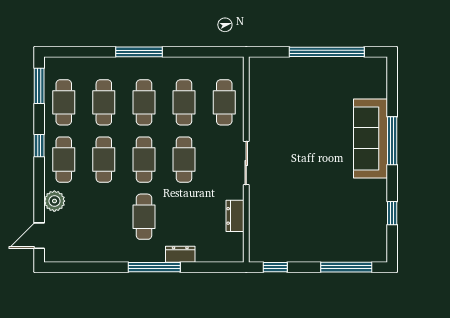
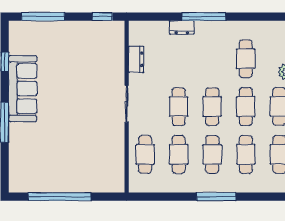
sofa: (371, 138) -> (23, 89), moved
cafe table: (144, 217) -> (246, 59), moved

